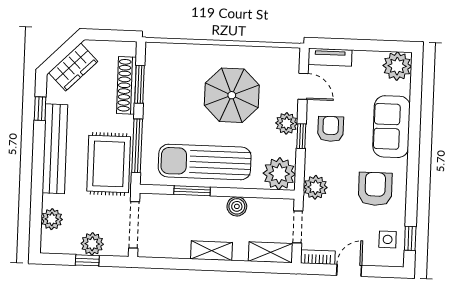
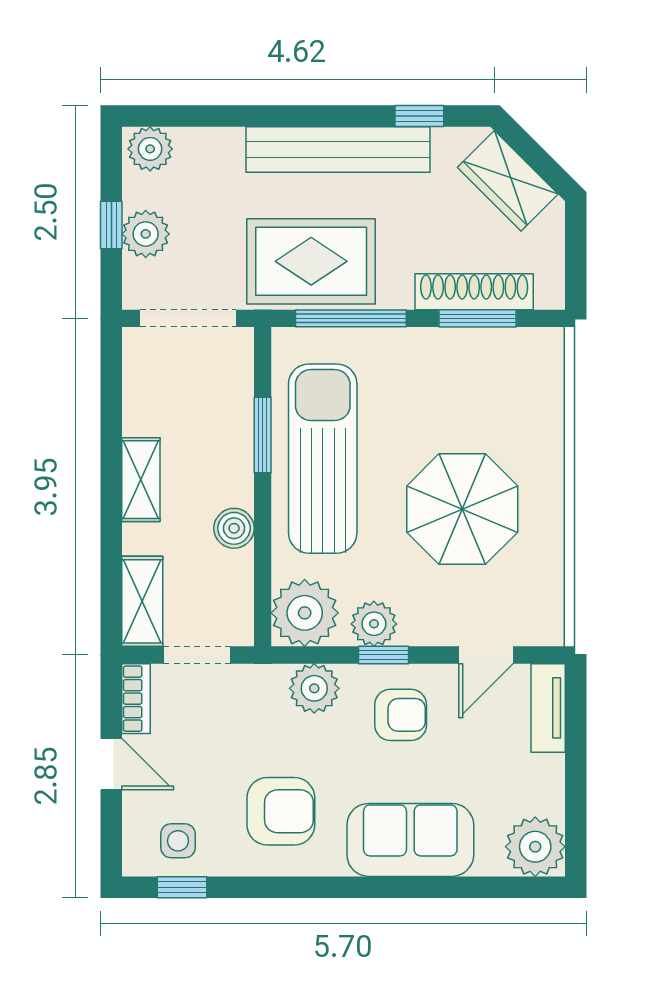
plant: (286, 123) -> (374, 624), moved
plant: (315, 187) -> (314, 688), moved
plant: (52, 219) -> (150, 149), moved

